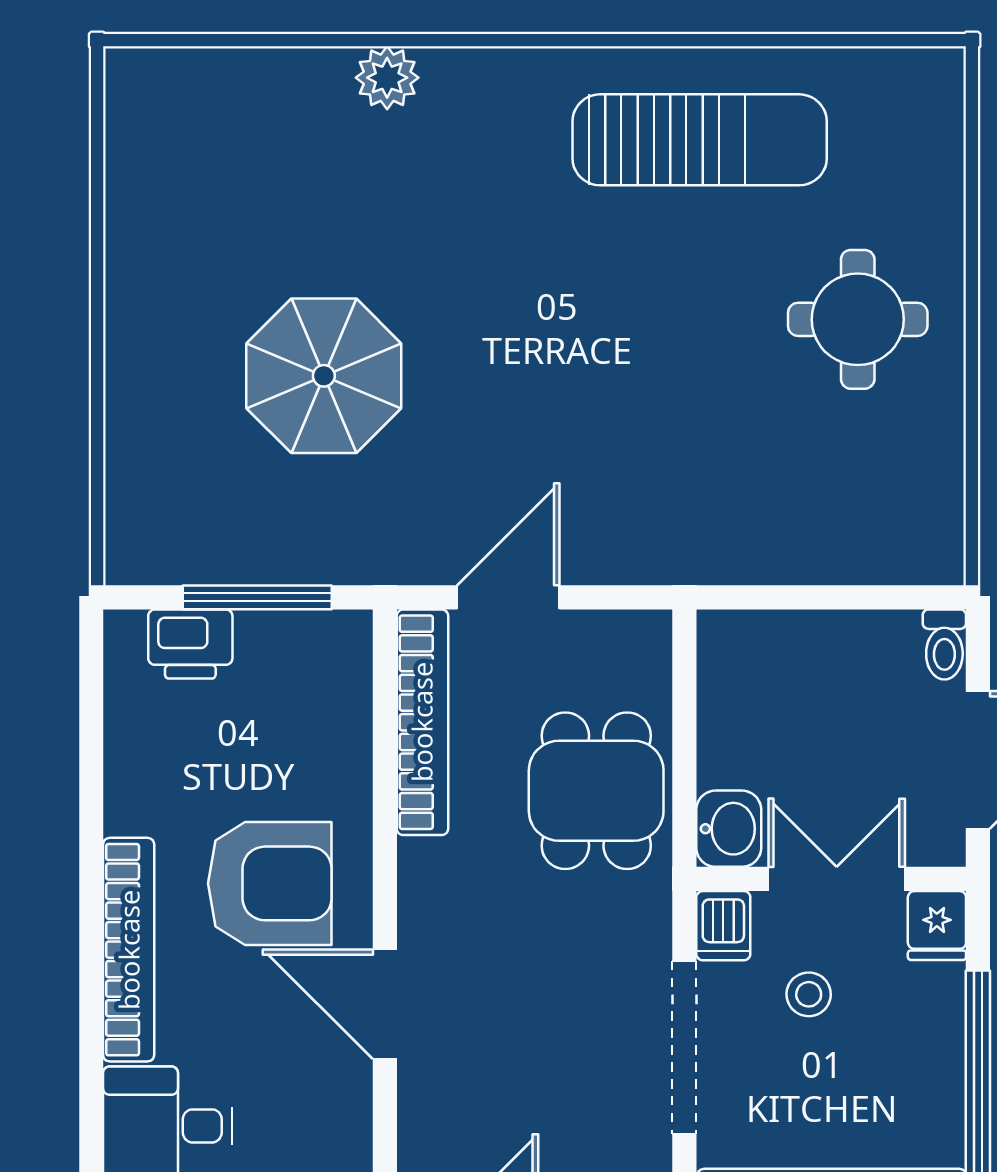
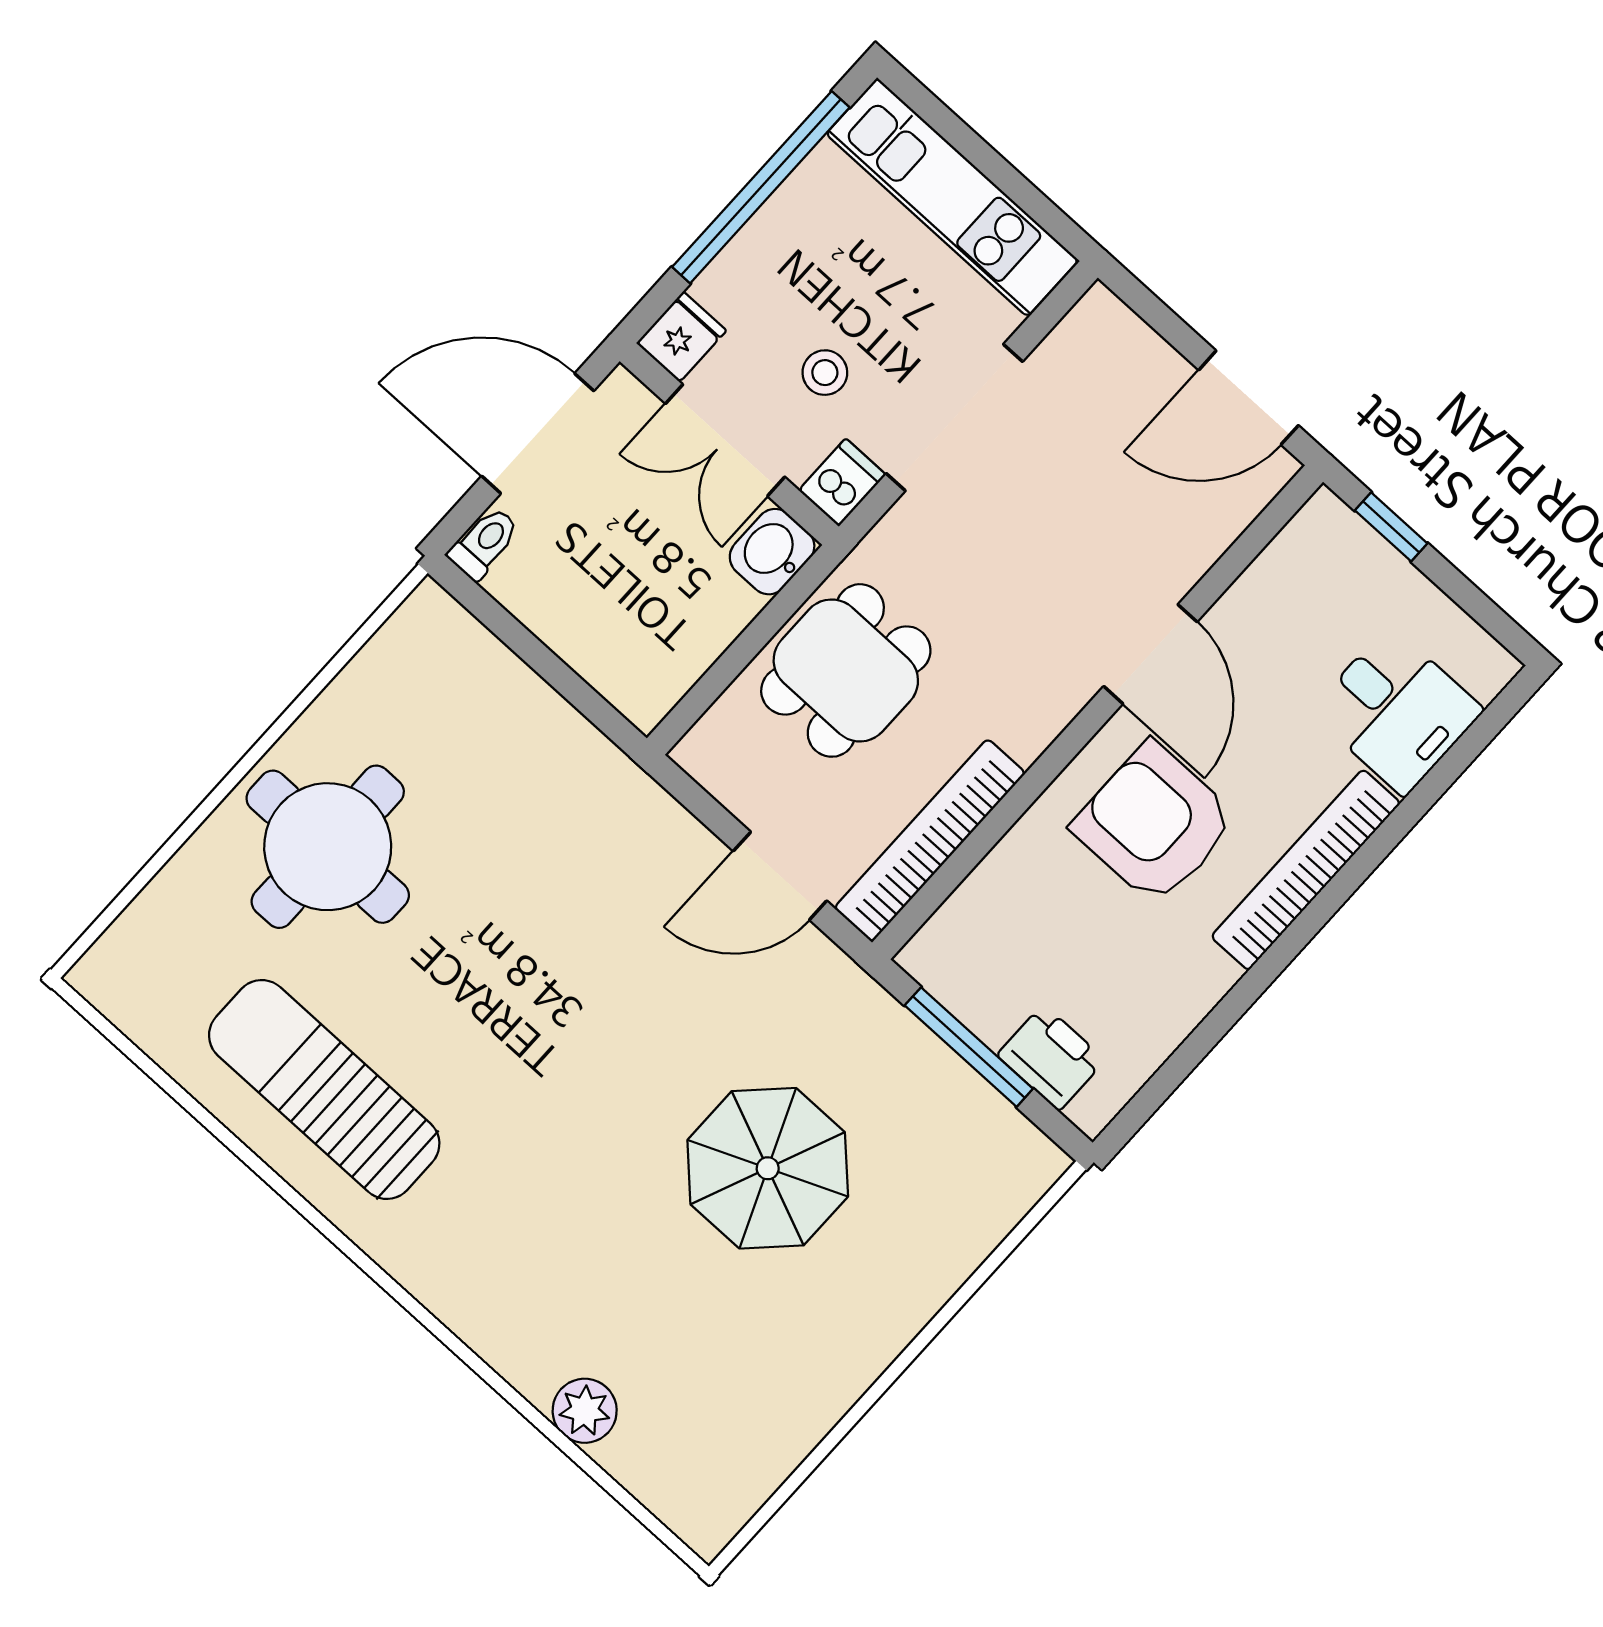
plant: (387, 78) -> (585, 1411), moved
round table: (858, 319) -> (328, 847), width x1.36, depth x1.36

